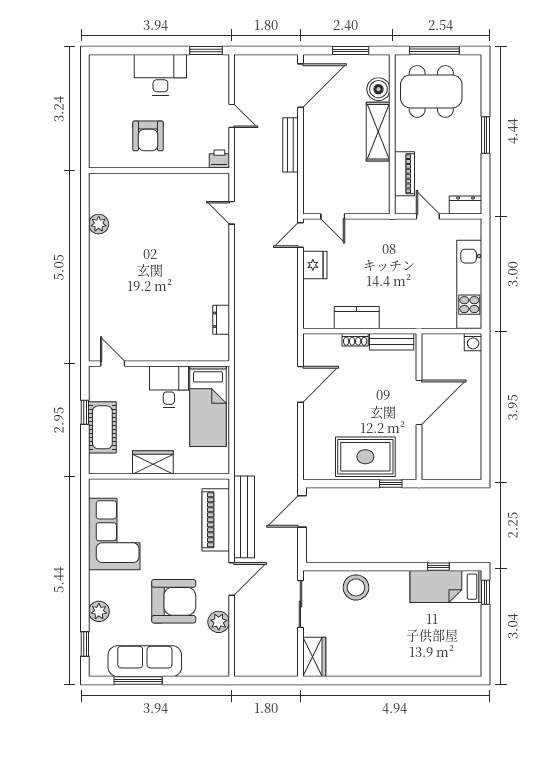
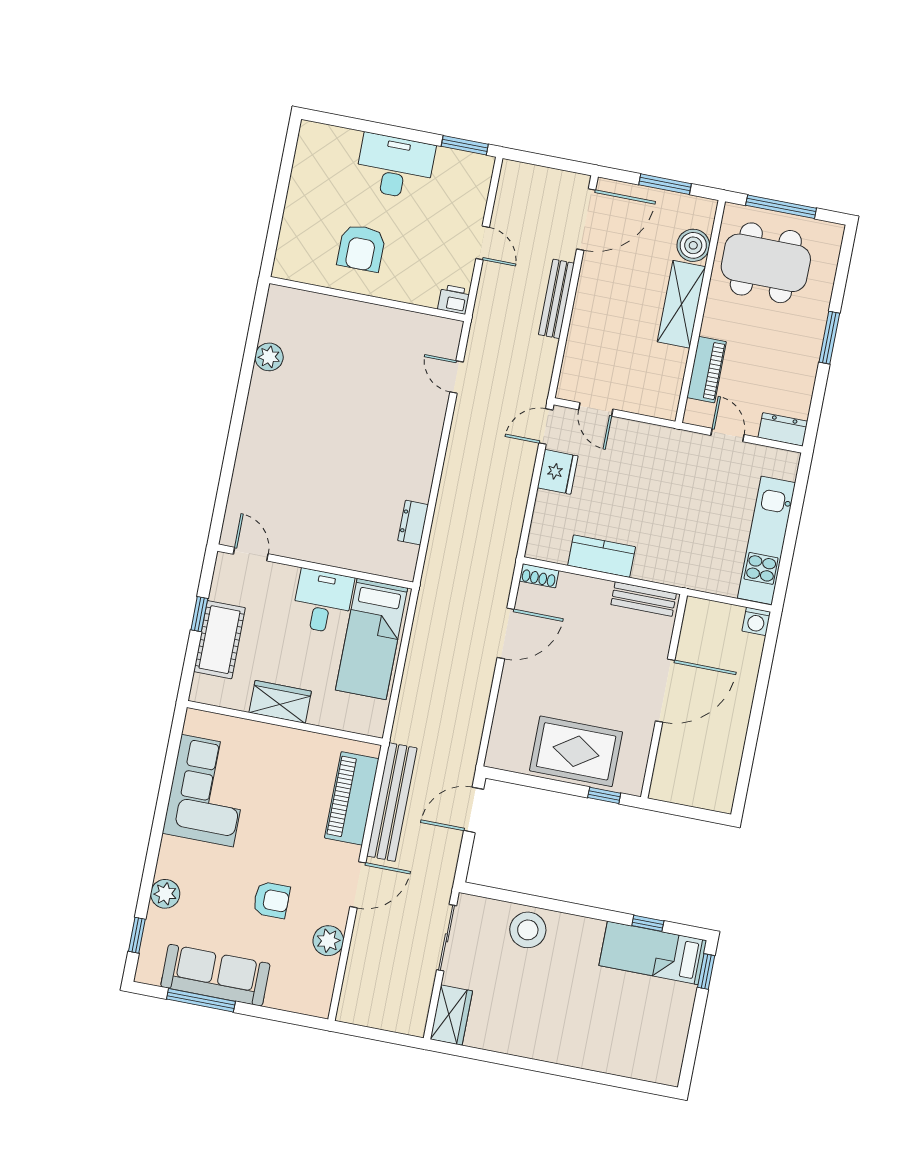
shoe rack: (355, 340) -> (539, 576), moved
armchair: (174, 601) -> (271, 900), width x0.53, depth x0.53

